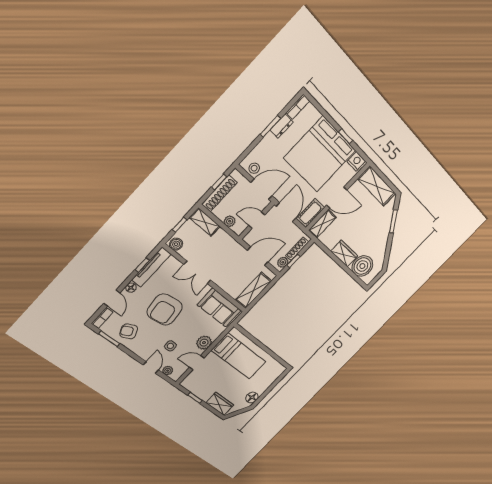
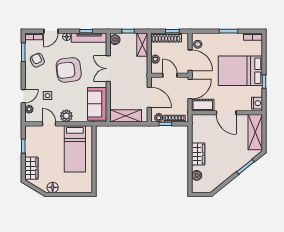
dresser: (282, 126) -> (234, 37), removed
bed: (320, 154) -> (240, 71), width x0.73
shelving: (322, 224) -> (203, 120), removed
boiler: (362, 266) -> (197, 175), width x0.54, depth x0.54

